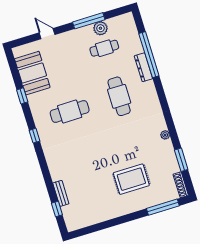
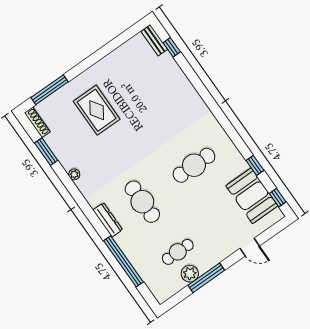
dresser: (143, 67) -> (108, 220), moved
window: (34, 136) -> (278, 198), moved
rug: (131, 179) -> (97, 110), turned 90
bench: (61, 193) -> (154, 40), moved

